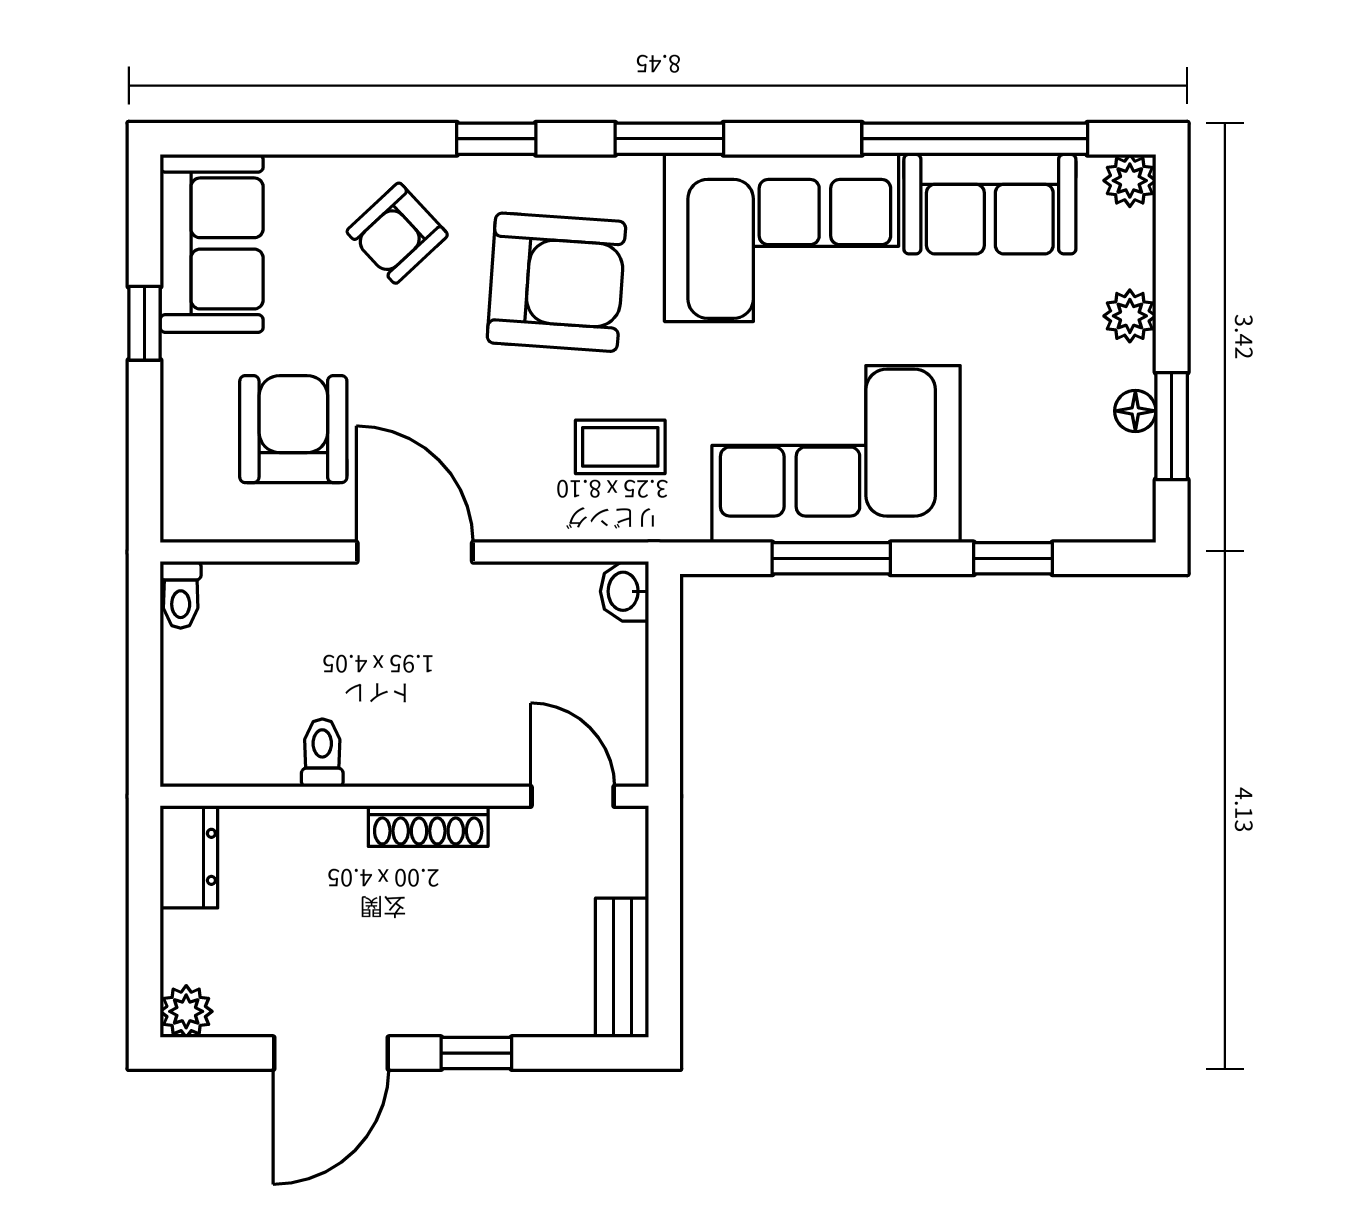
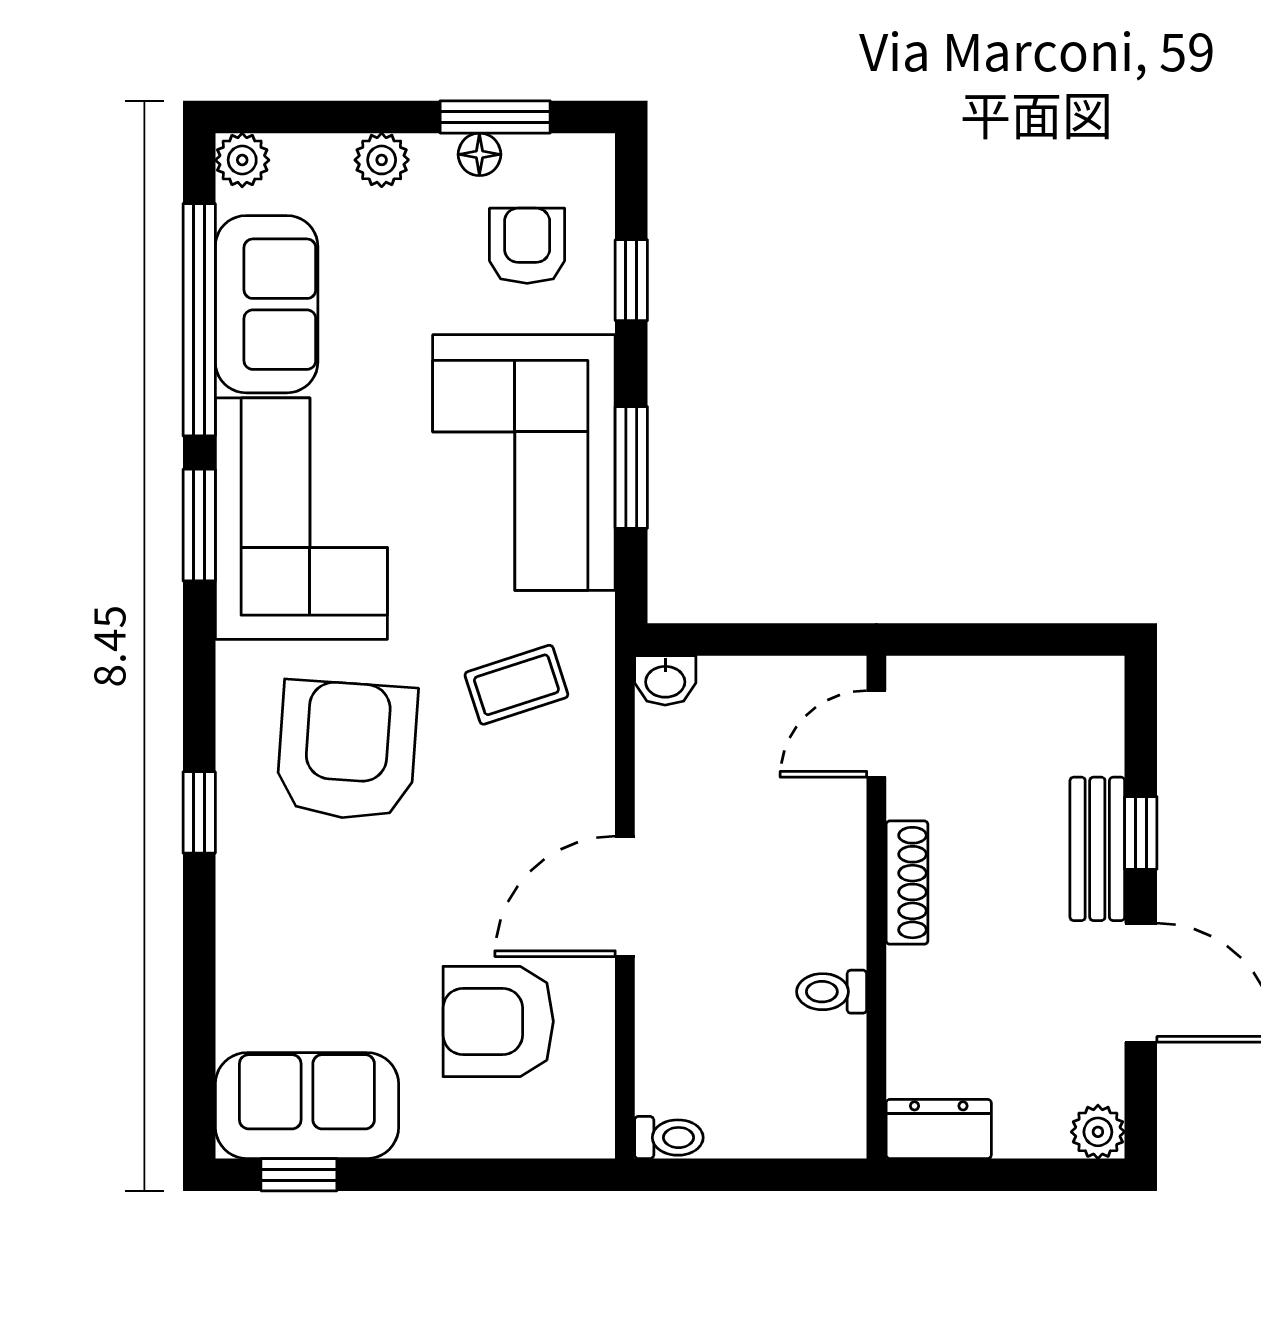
window: (669, 139) -> (199, 525), moved
armchair: (397, 233) -> (527, 246), moved, turned -137
window: (145, 323) -> (299, 1175), moved
coffee table: (620, 447) -> (516, 685), turned 72
bench: (622, 968) -> (1097, 849), moved, turned 90

